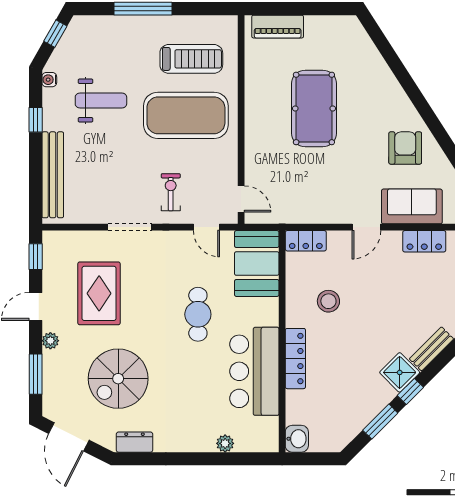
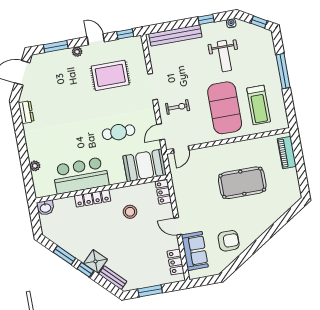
cafe table: (198, 314) -> (119, 132), moved
spiral stairs: (118, 379) -> (62, 96), removed

